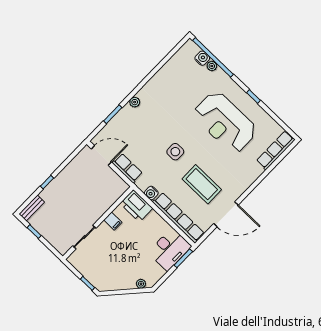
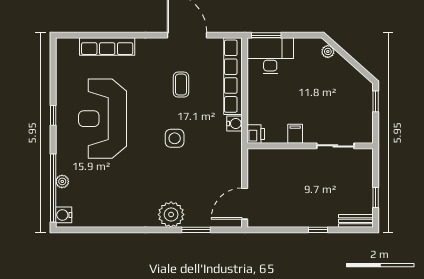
water cooler: (202, 58) -> (64, 215), moved
plant: (135, 102) -> (171, 215), width x1.87, depth x1.87
reception desk: (225, 122) -> (103, 119), turned 180
row of seats: (276, 150) -> (107, 47), moved
door: (101, 155) -> (245, 204), hinge flipped
row of seats: (127, 168) -> (233, 168), removed
coffee table: (202, 184) -> (181, 85), width x0.54, depth x0.58
printer: (136, 206) -> (256, 134), width x0.53, depth x0.68

